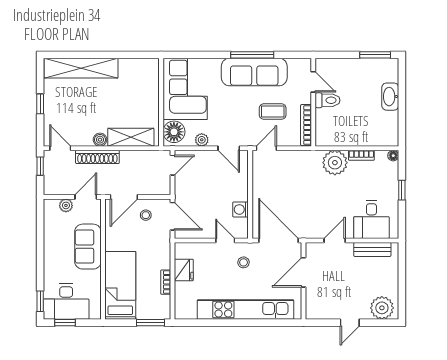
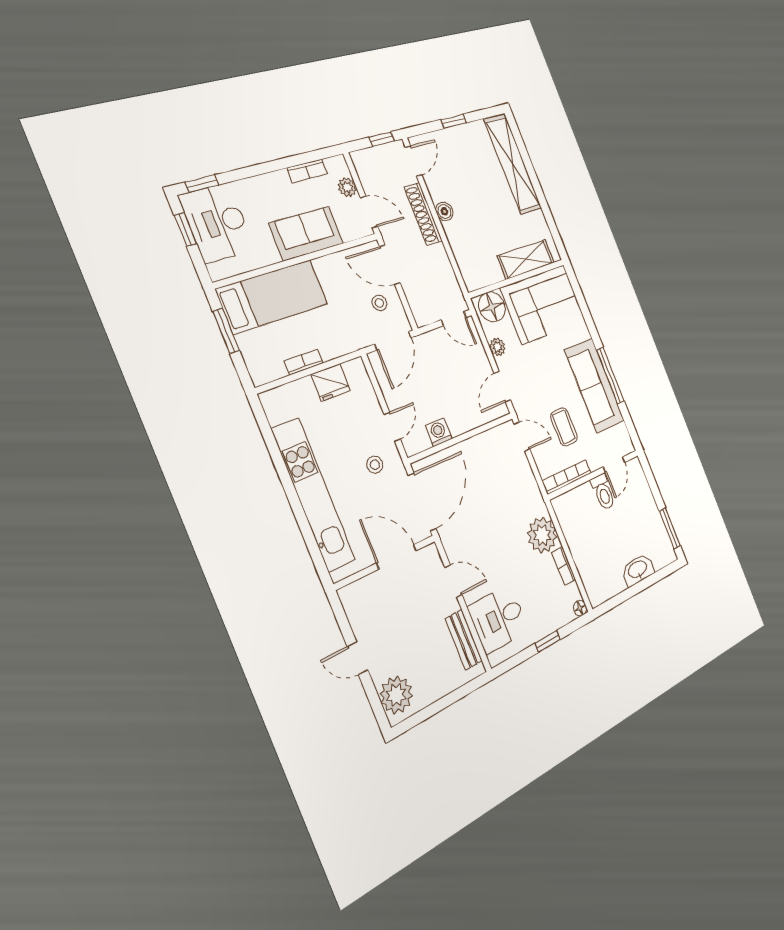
shelving: (131, 137) -> (526, 259), moved, turned 90
bookcase: (49, 229) -> (307, 171), added
window: (151, 323) -> (226, 331), moved

